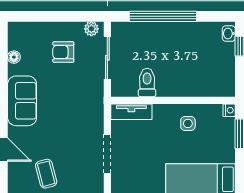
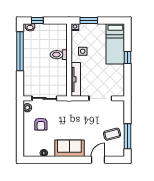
window: (163, 16) -> (20, 51), moved
toilet: (147, 83) -> (59, 55), moved
tv unit: (131, 112) -> (76, 79), width x1.41

